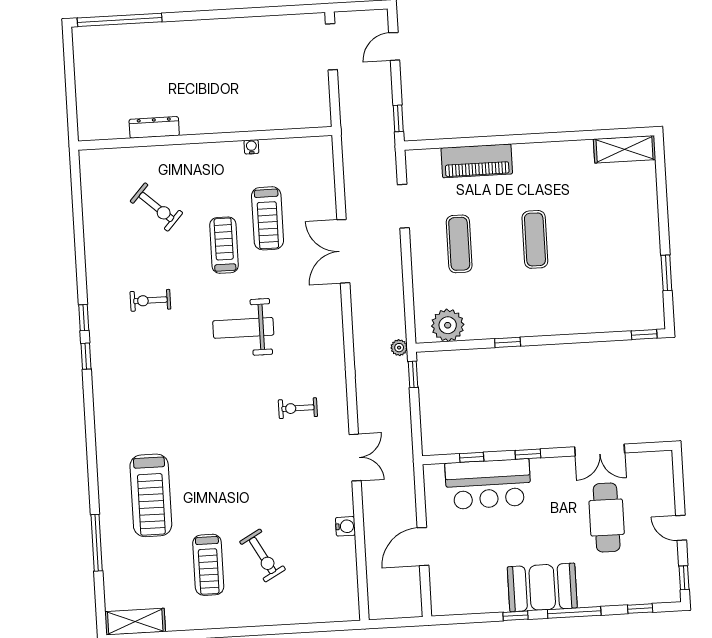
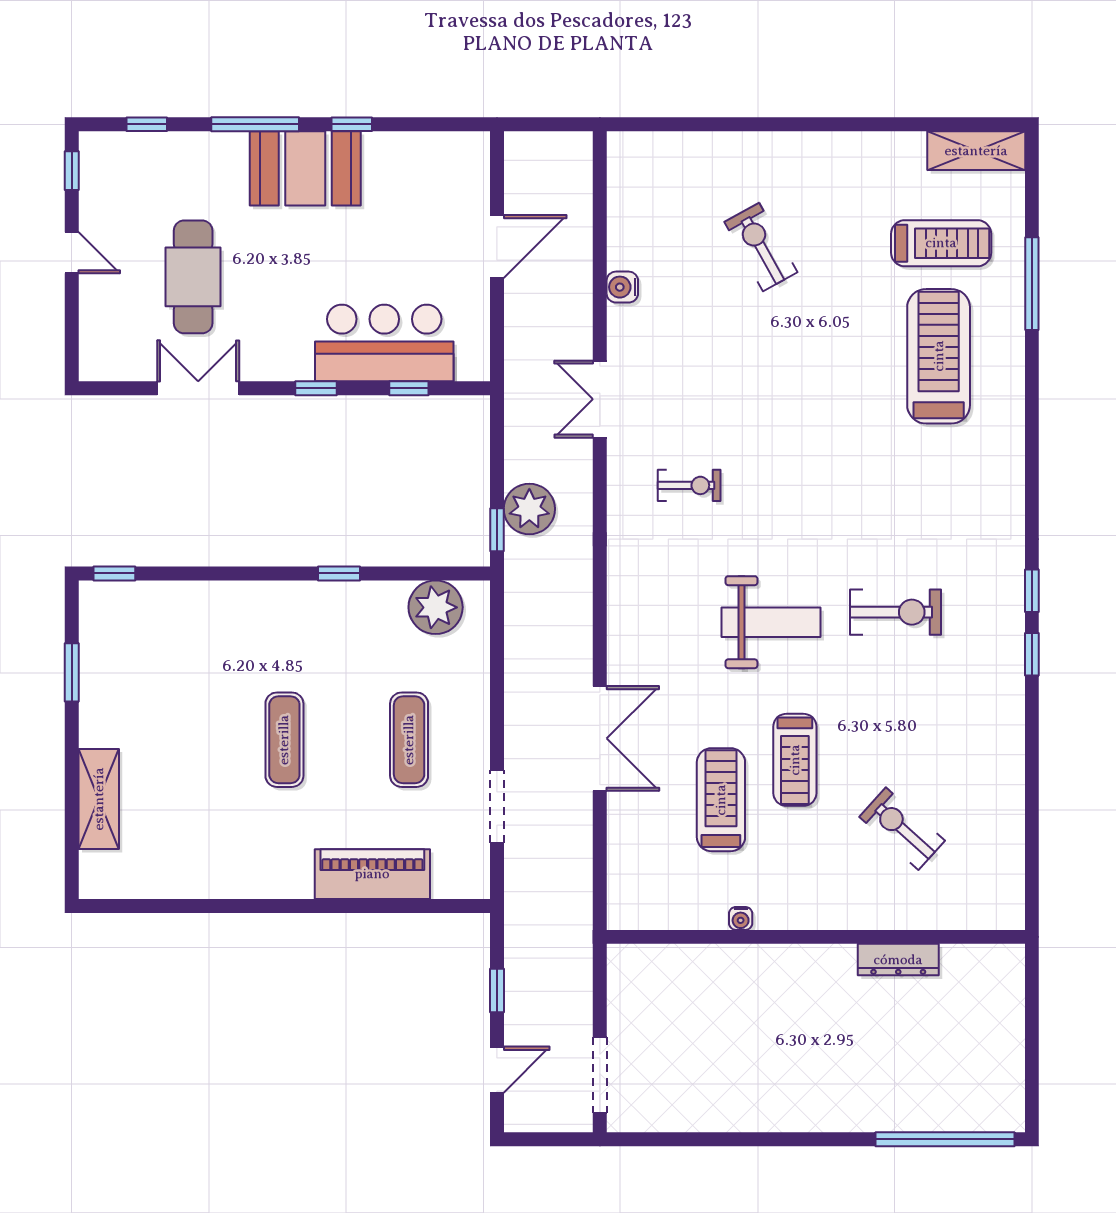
window: (398, 118) -> (497, 990), moved
shelving: (625, 149) -> (99, 799), moved, turned 90
exercise bike: (150, 300) -> (895, 612), moved, width x1.38, depth x1.39
plant: (399, 348) -> (529, 509), moved, width x1.88, depth x1.88
treadmill: (208, 565) -> (941, 243), moved, turned 90

